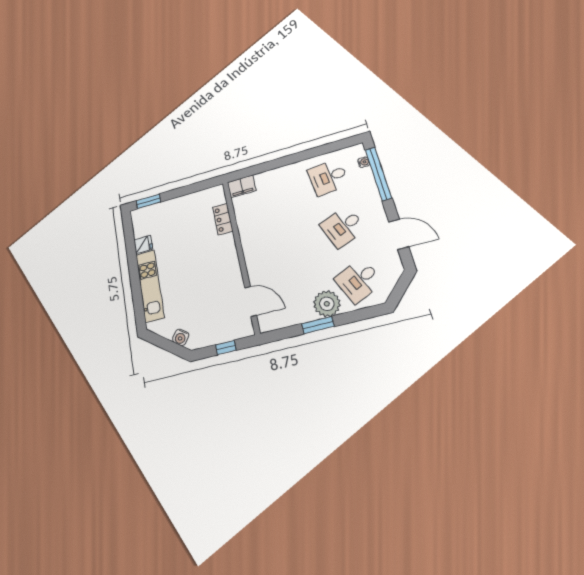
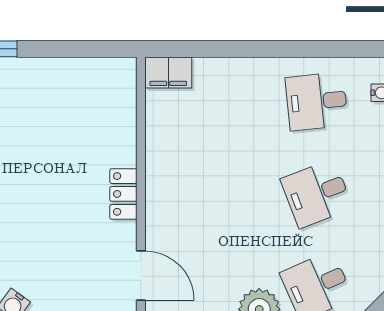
locker: (223, 219) -> (123, 194), moved

